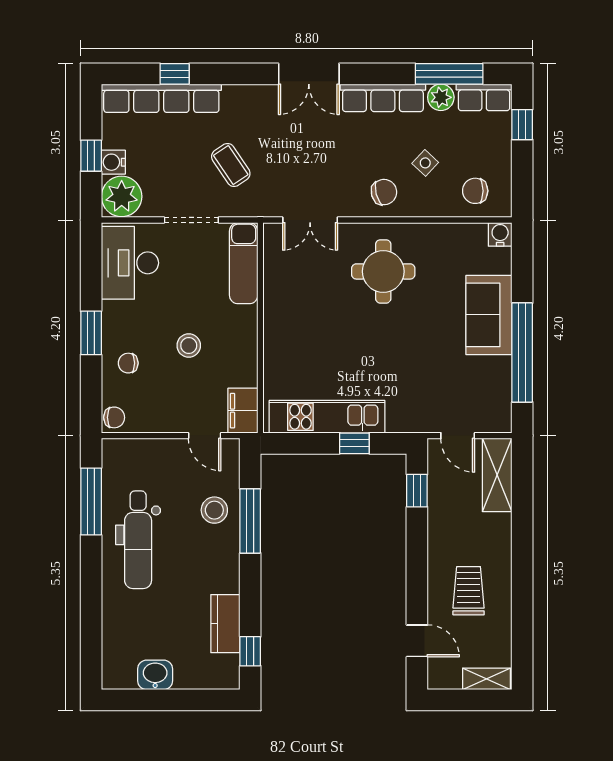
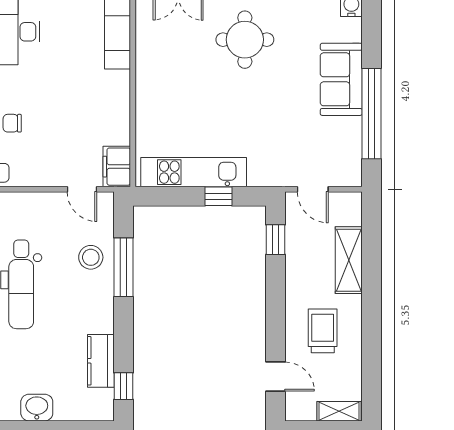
stool: (189, 345) -> (67, 107), removed
shelving: (497, 475) -> (349, 260), moved

